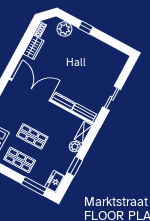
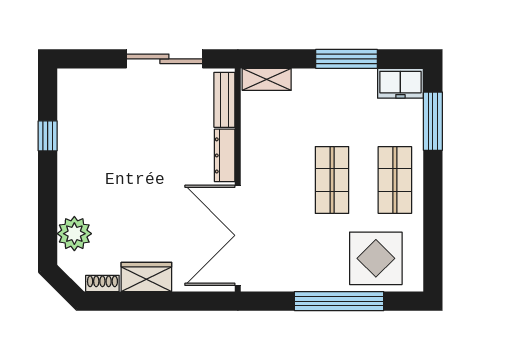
window: (86, 27) -> (48, 136), moved
sliding door: (112, 98) -> (164, 59), width x1.37
plant: (75, 147) -> (306, 81), removed
window: (75, 166) -> (347, 59), width x1.44

